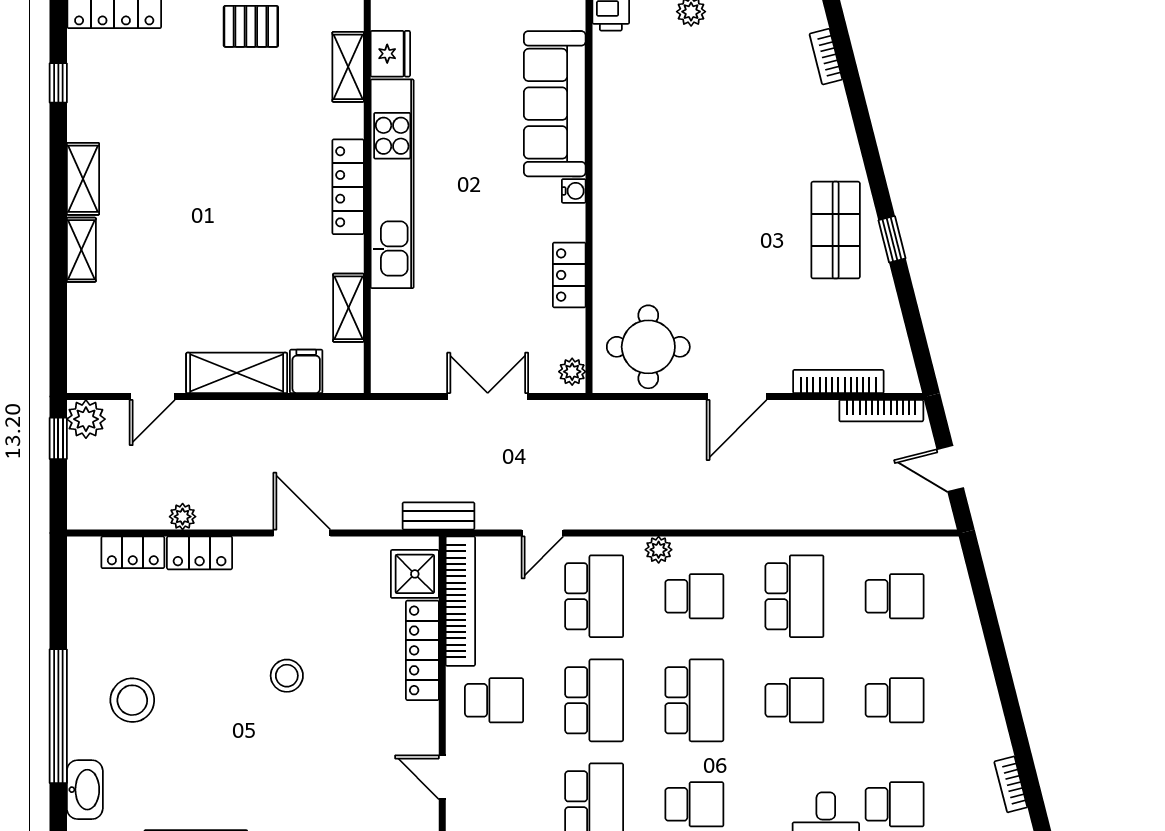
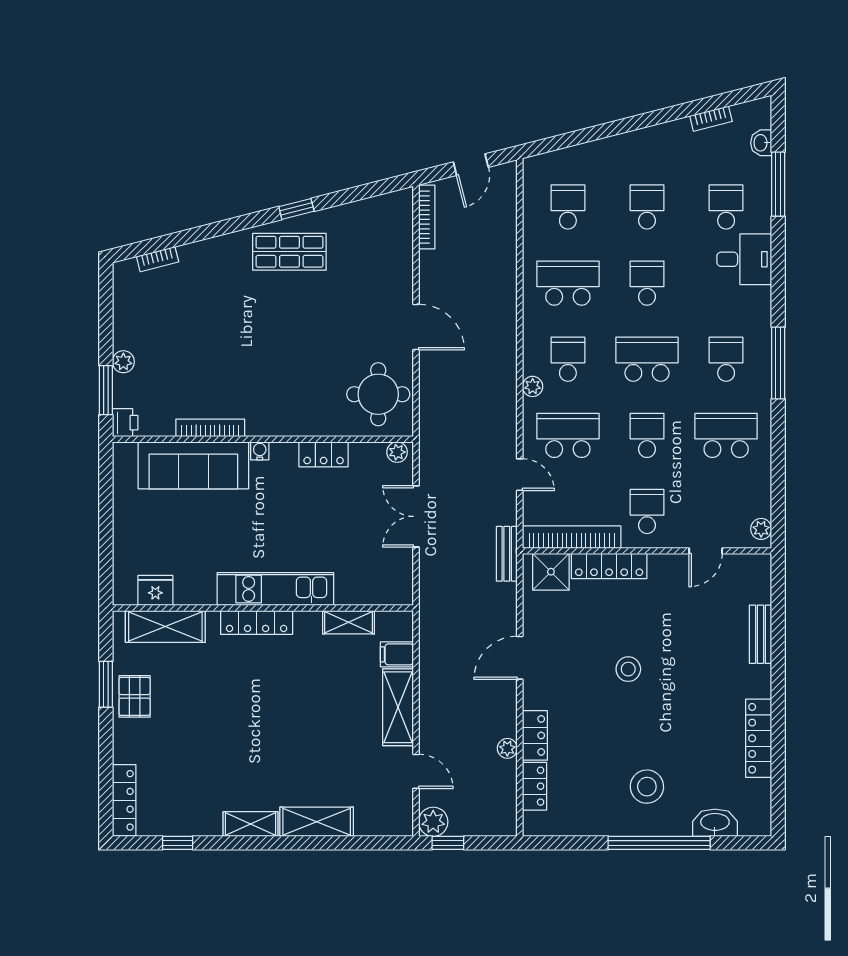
shelving: (348, 67) -> (165, 627), width x1.50, depth x1.33
kitchen unit: (392, 184) -> (275, 589), width x0.73
shelving: (81, 250) -> (317, 822), width x1.50, depth x1.33
bookcase: (838, 381) -> (210, 428), moved, turned 90
school desk: (594, 700) -> (647, 435), width x0.54

